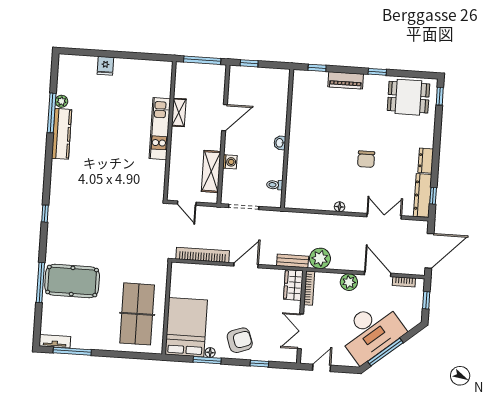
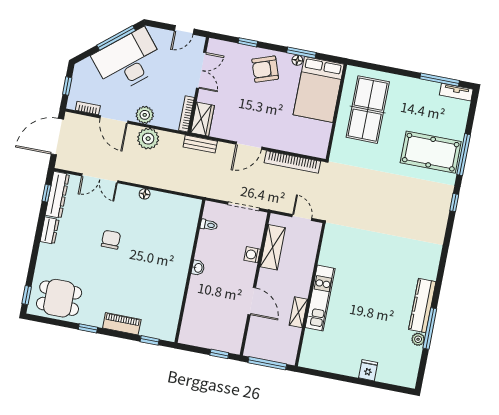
door: (224, 118) -> (252, 301), swing flipped
window: (45, 214) -> (454, 203), moved
plant: (320, 258) -> (148, 139), moved

